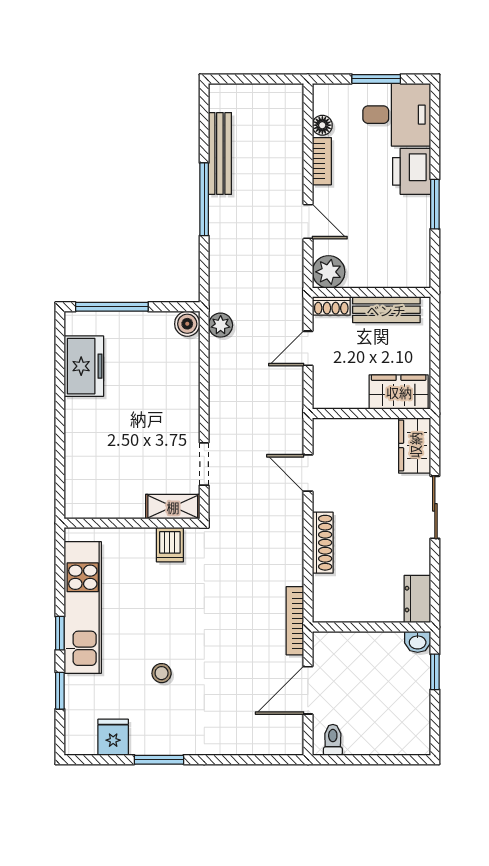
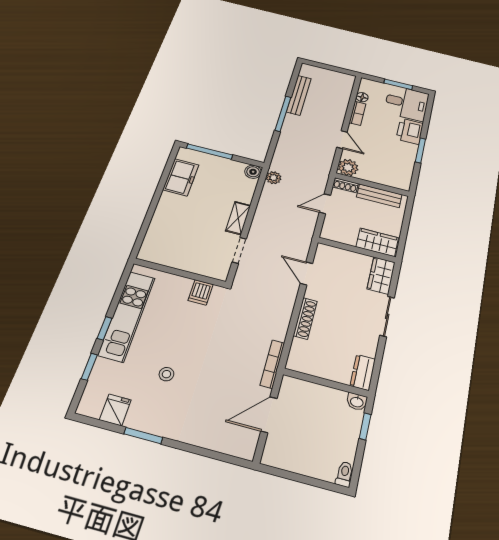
shelving: (173, 507) -> (238, 218), moved, turned 90
toilet: (333, 740) -> (344, 474), moved

